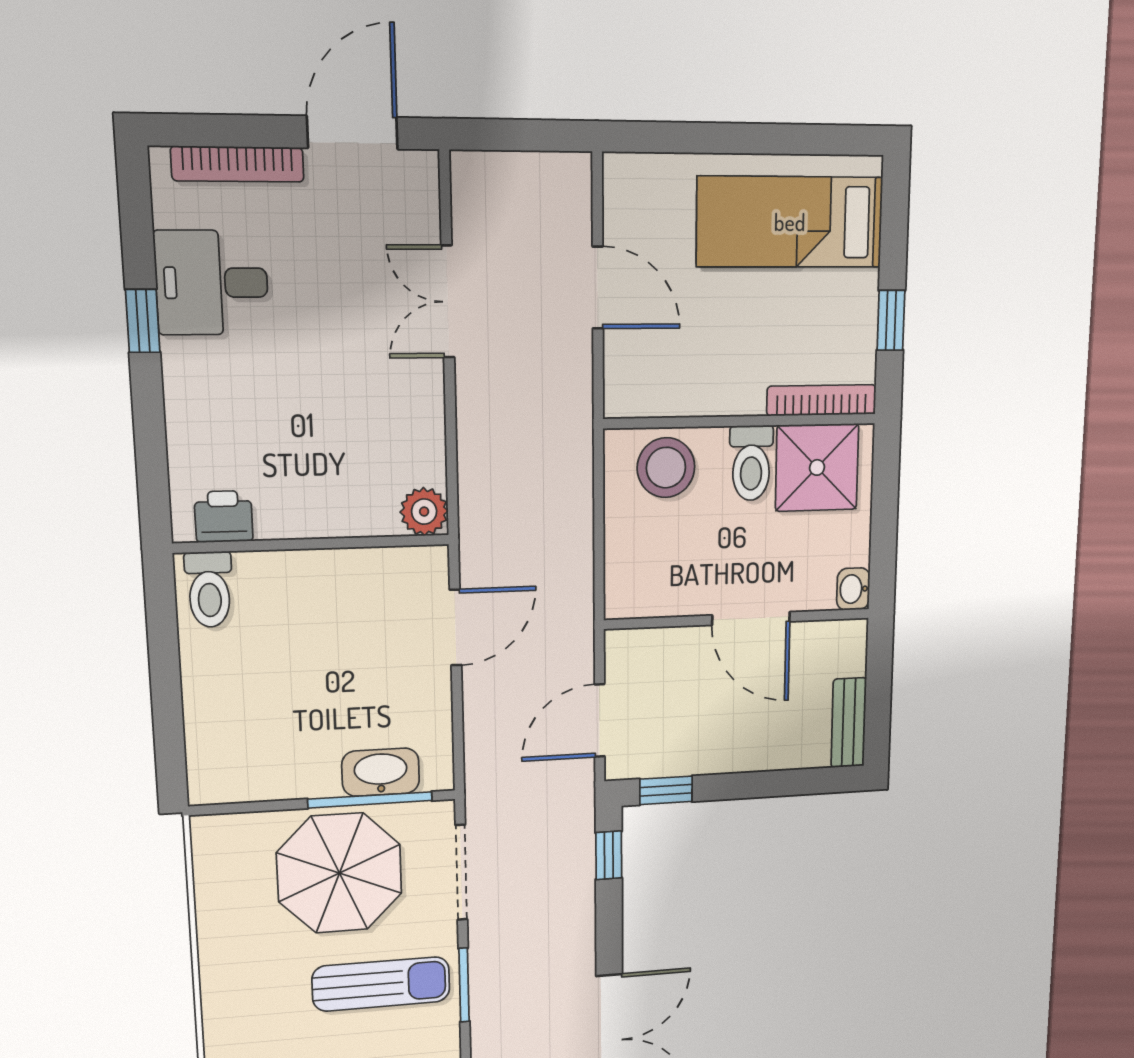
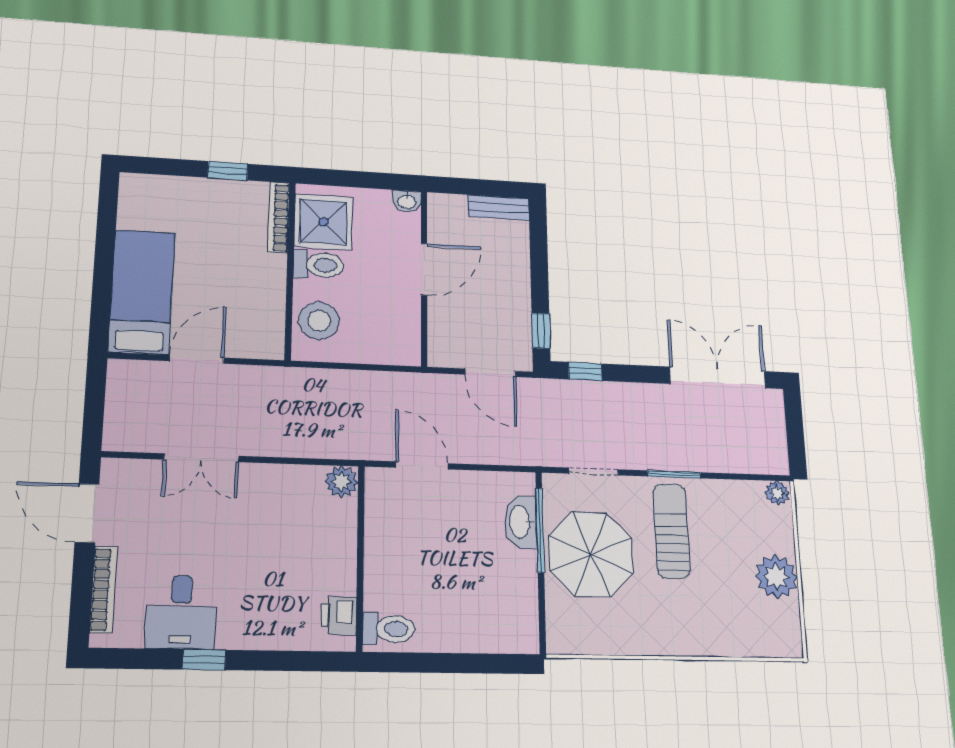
bed: (790, 222) -> (142, 292), moved, turned 180
doorway: (461, 872) -> (594, 472), width x0.73

